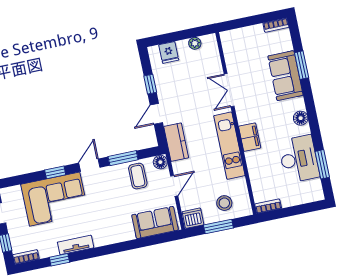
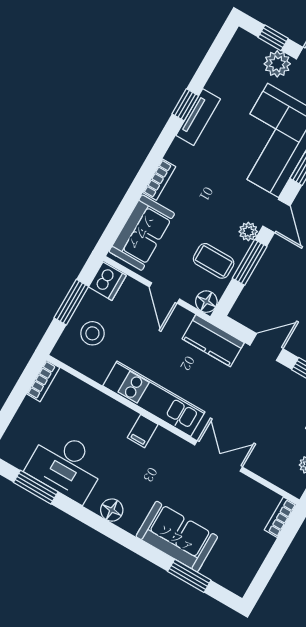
bookcase: (276, 25) -> (280, 517), moved
window: (302, 65) -> (189, 576), moved
door: (156, 114) -> (266, 347), hinge flipped
filing cabinet: (250, 137) -> (143, 431), width x0.50
plant: (109, 172) -> (248, 232), added
plant: (16, 230) -> (277, 64), added
bookcase: (26, 257) -> (159, 180), moved
window: (59, 260) -> (185, 105), moved

